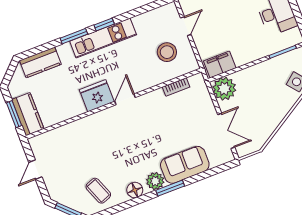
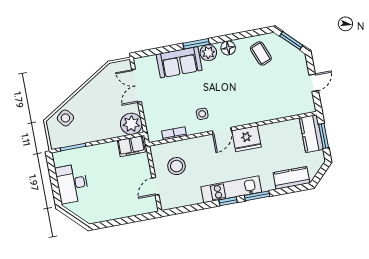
side table: (150, 114) -> (202, 114), added

